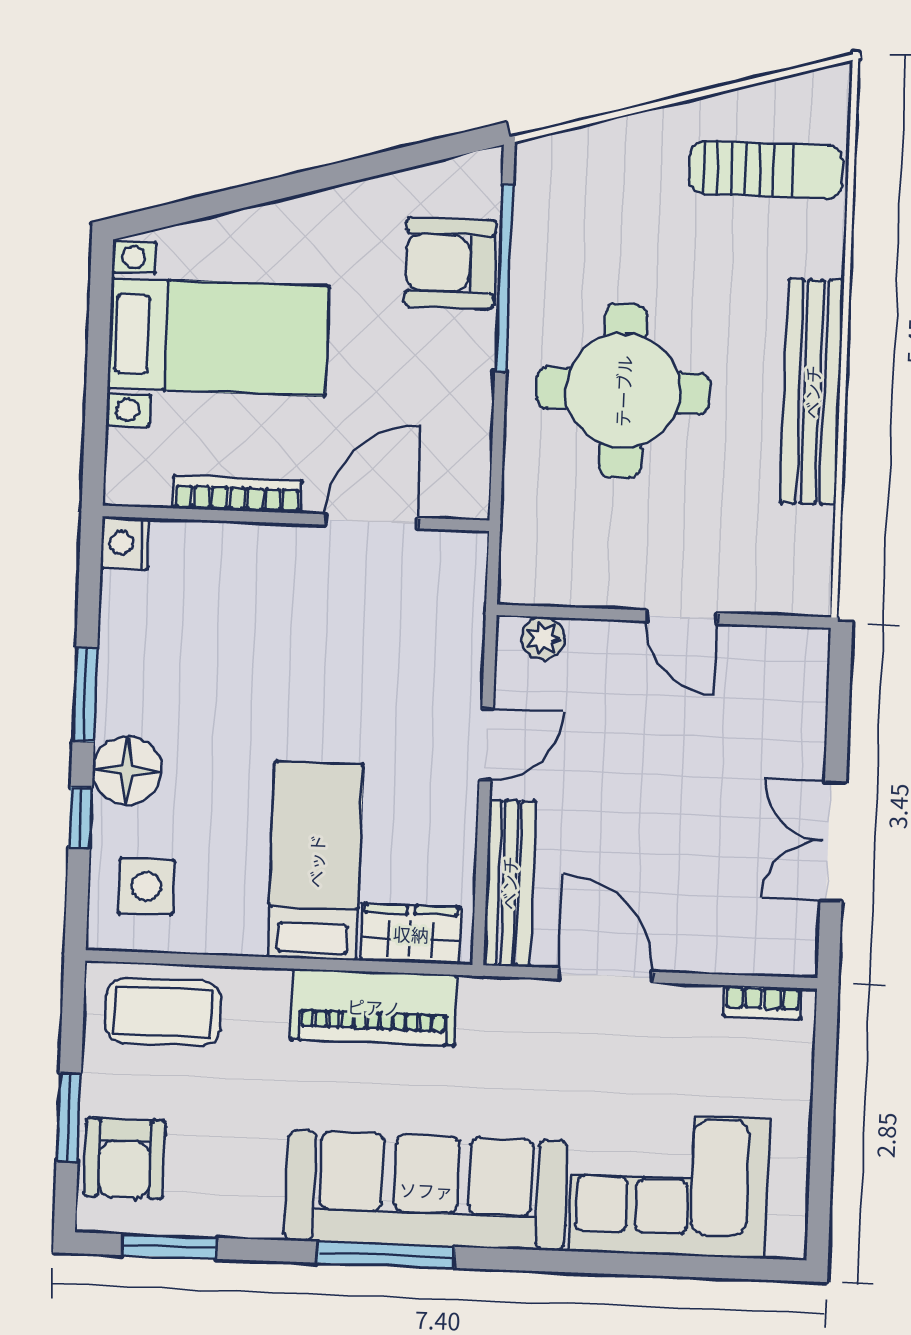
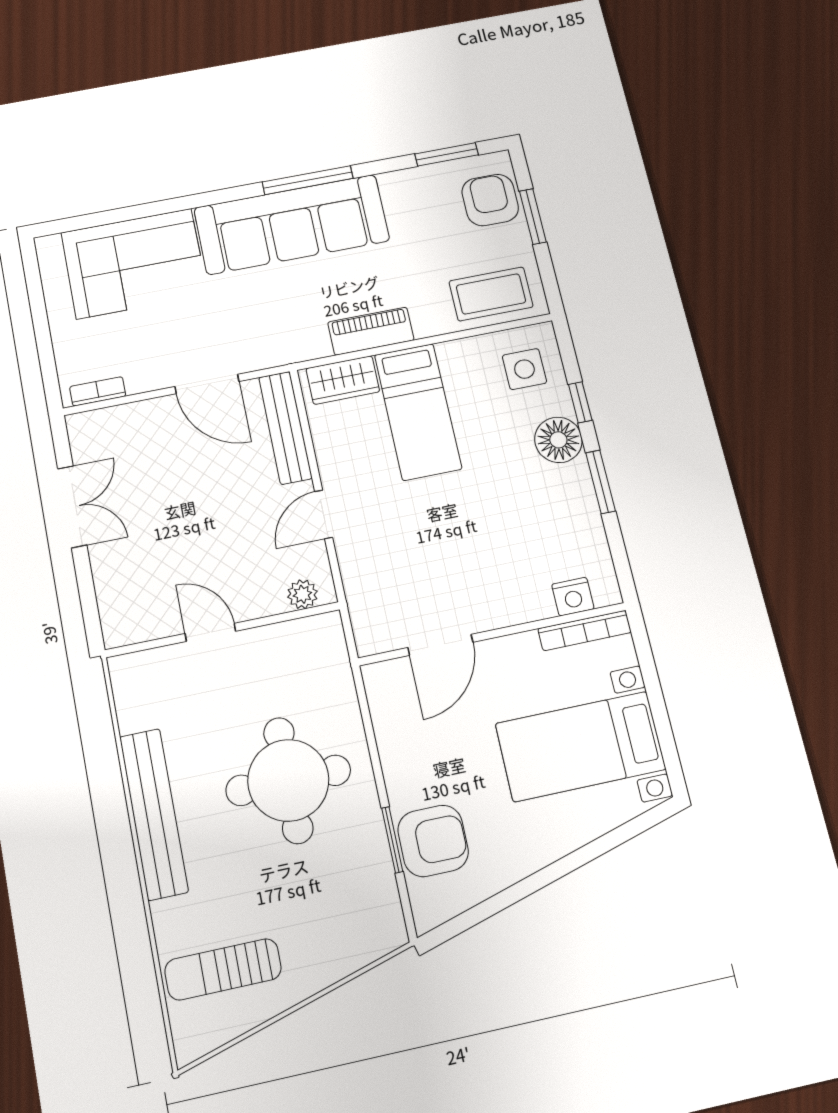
window: (504, 278) -> (392, 840), width x0.47
bookcase: (237, 494) -> (585, 630), moved
nightstand: (125, 543) -> (573, 597), moved, turned 90
piano: (374, 1007) -> (371, 331), width x0.73, depth x0.75

